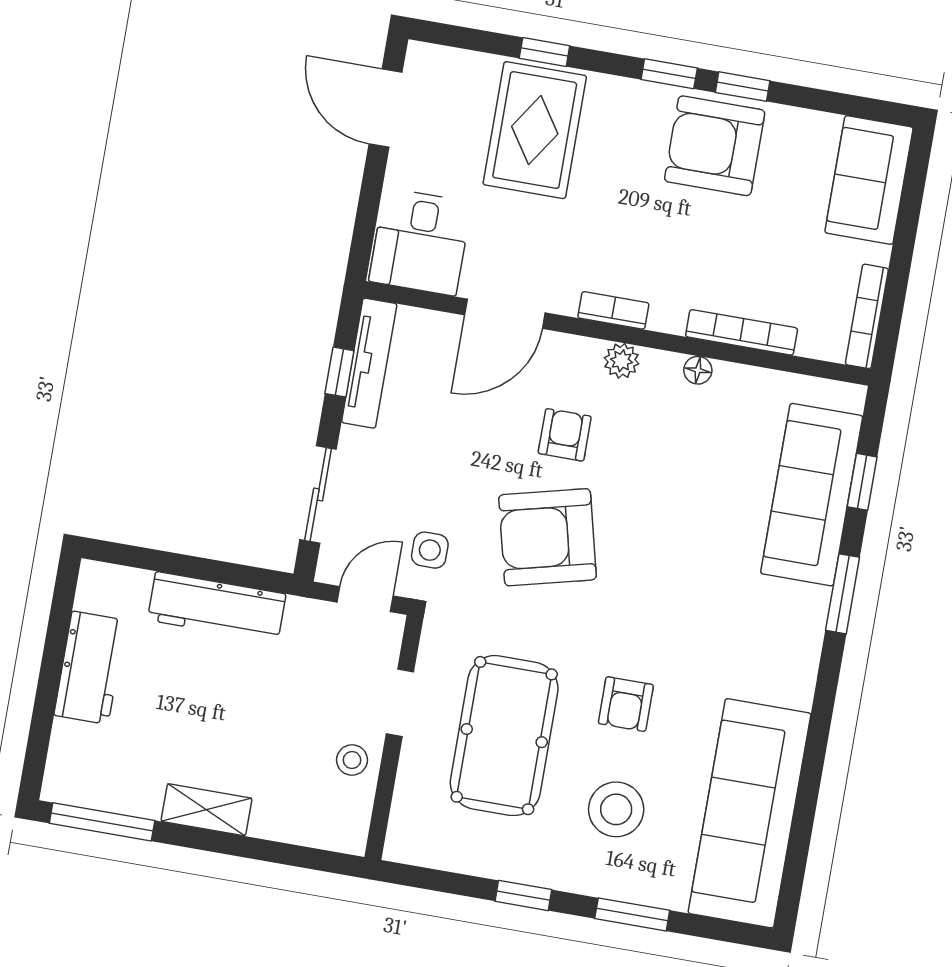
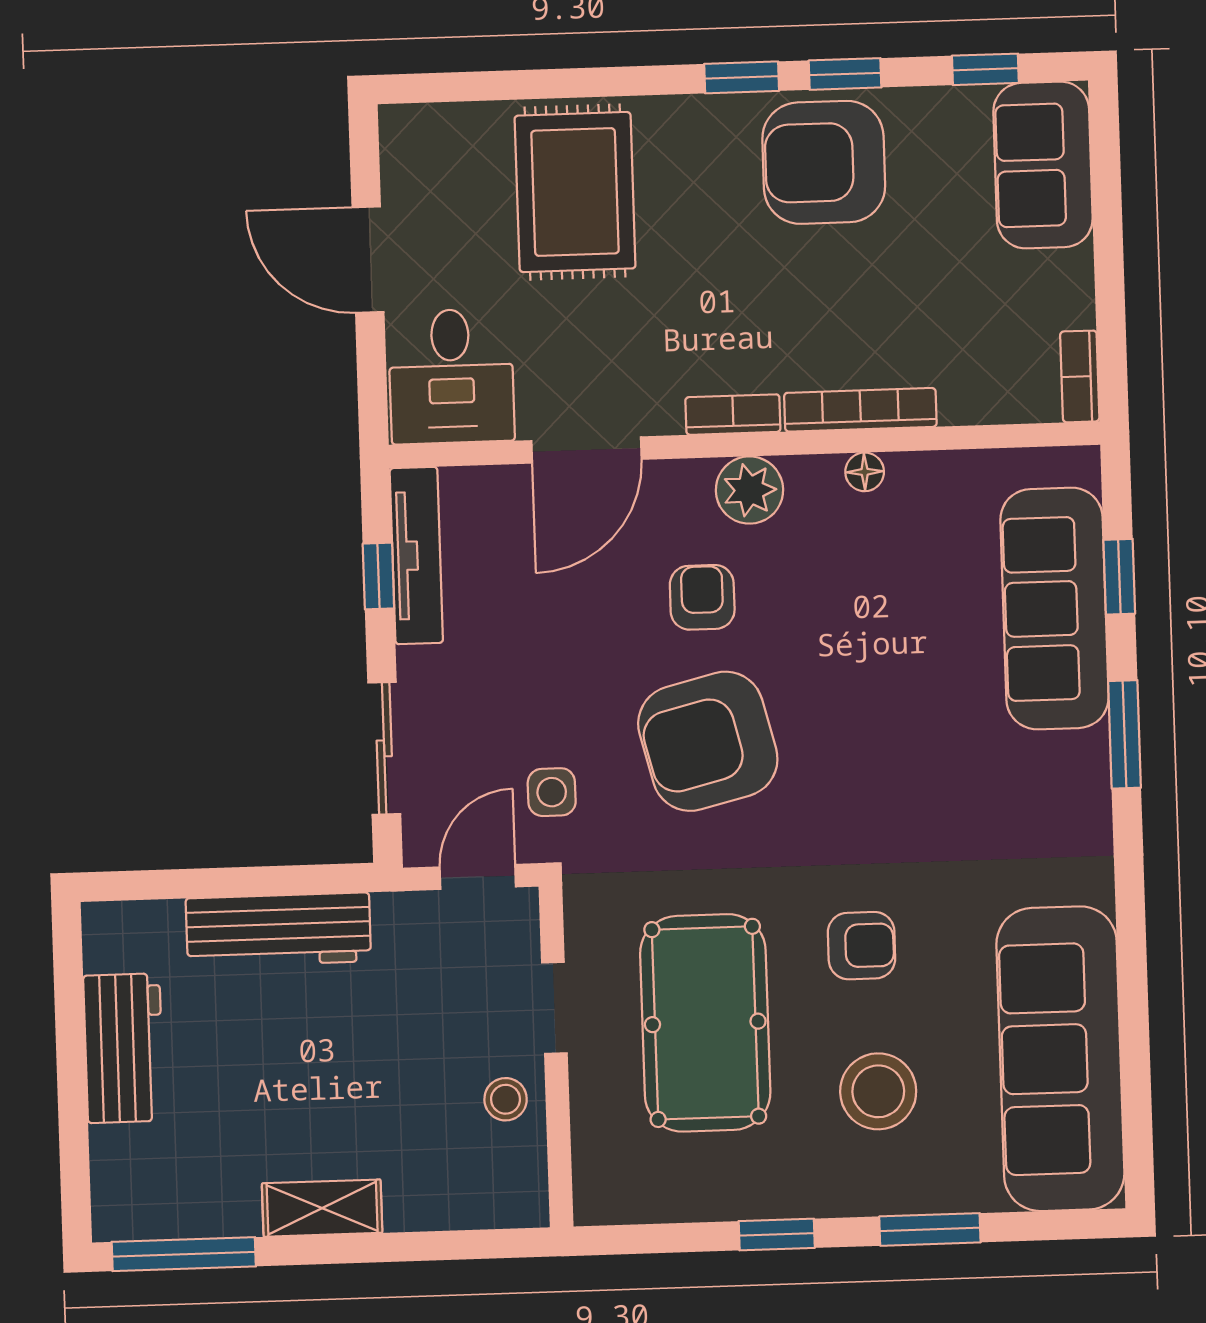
window: (544, 52) -> (985, 69), moved
door: (386, 108) -> (368, 260), moved
bookcase: (867, 316) -> (1080, 376), width x0.64
bookcase: (742, 332) -> (860, 410), moved
plant: (622, 361) -> (749, 490), width x1.38, depth x1.38
armchair: (626, 704) -> (862, 946), turned -90

